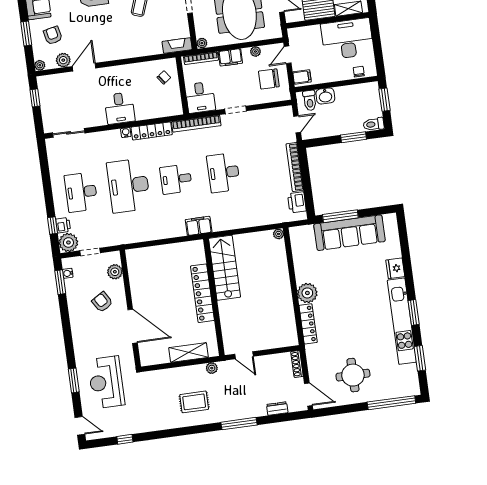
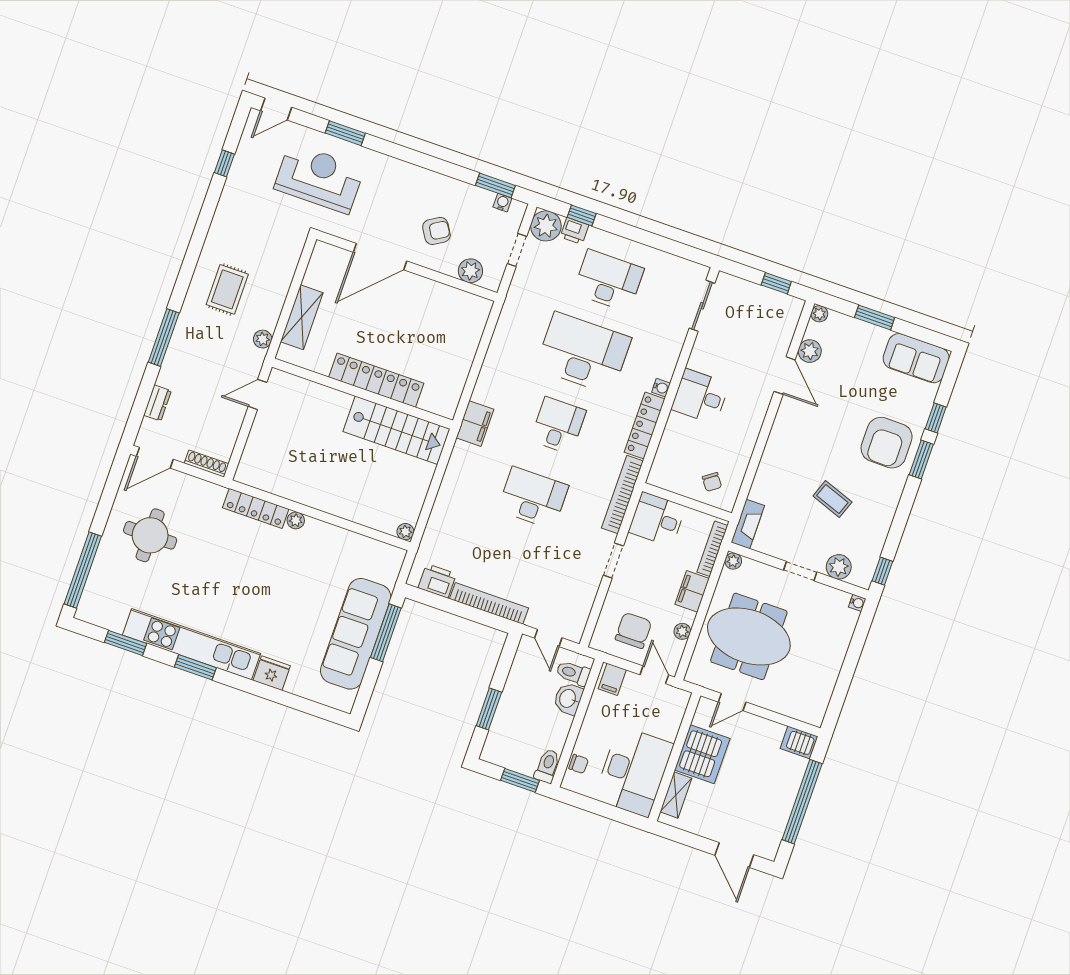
armchair: (53, 35) -> (853, 354), removed
toilet: (374, 124) -> (547, 766), moved
plant: (307, 293) -> (296, 520), width x0.53, depth x0.53

